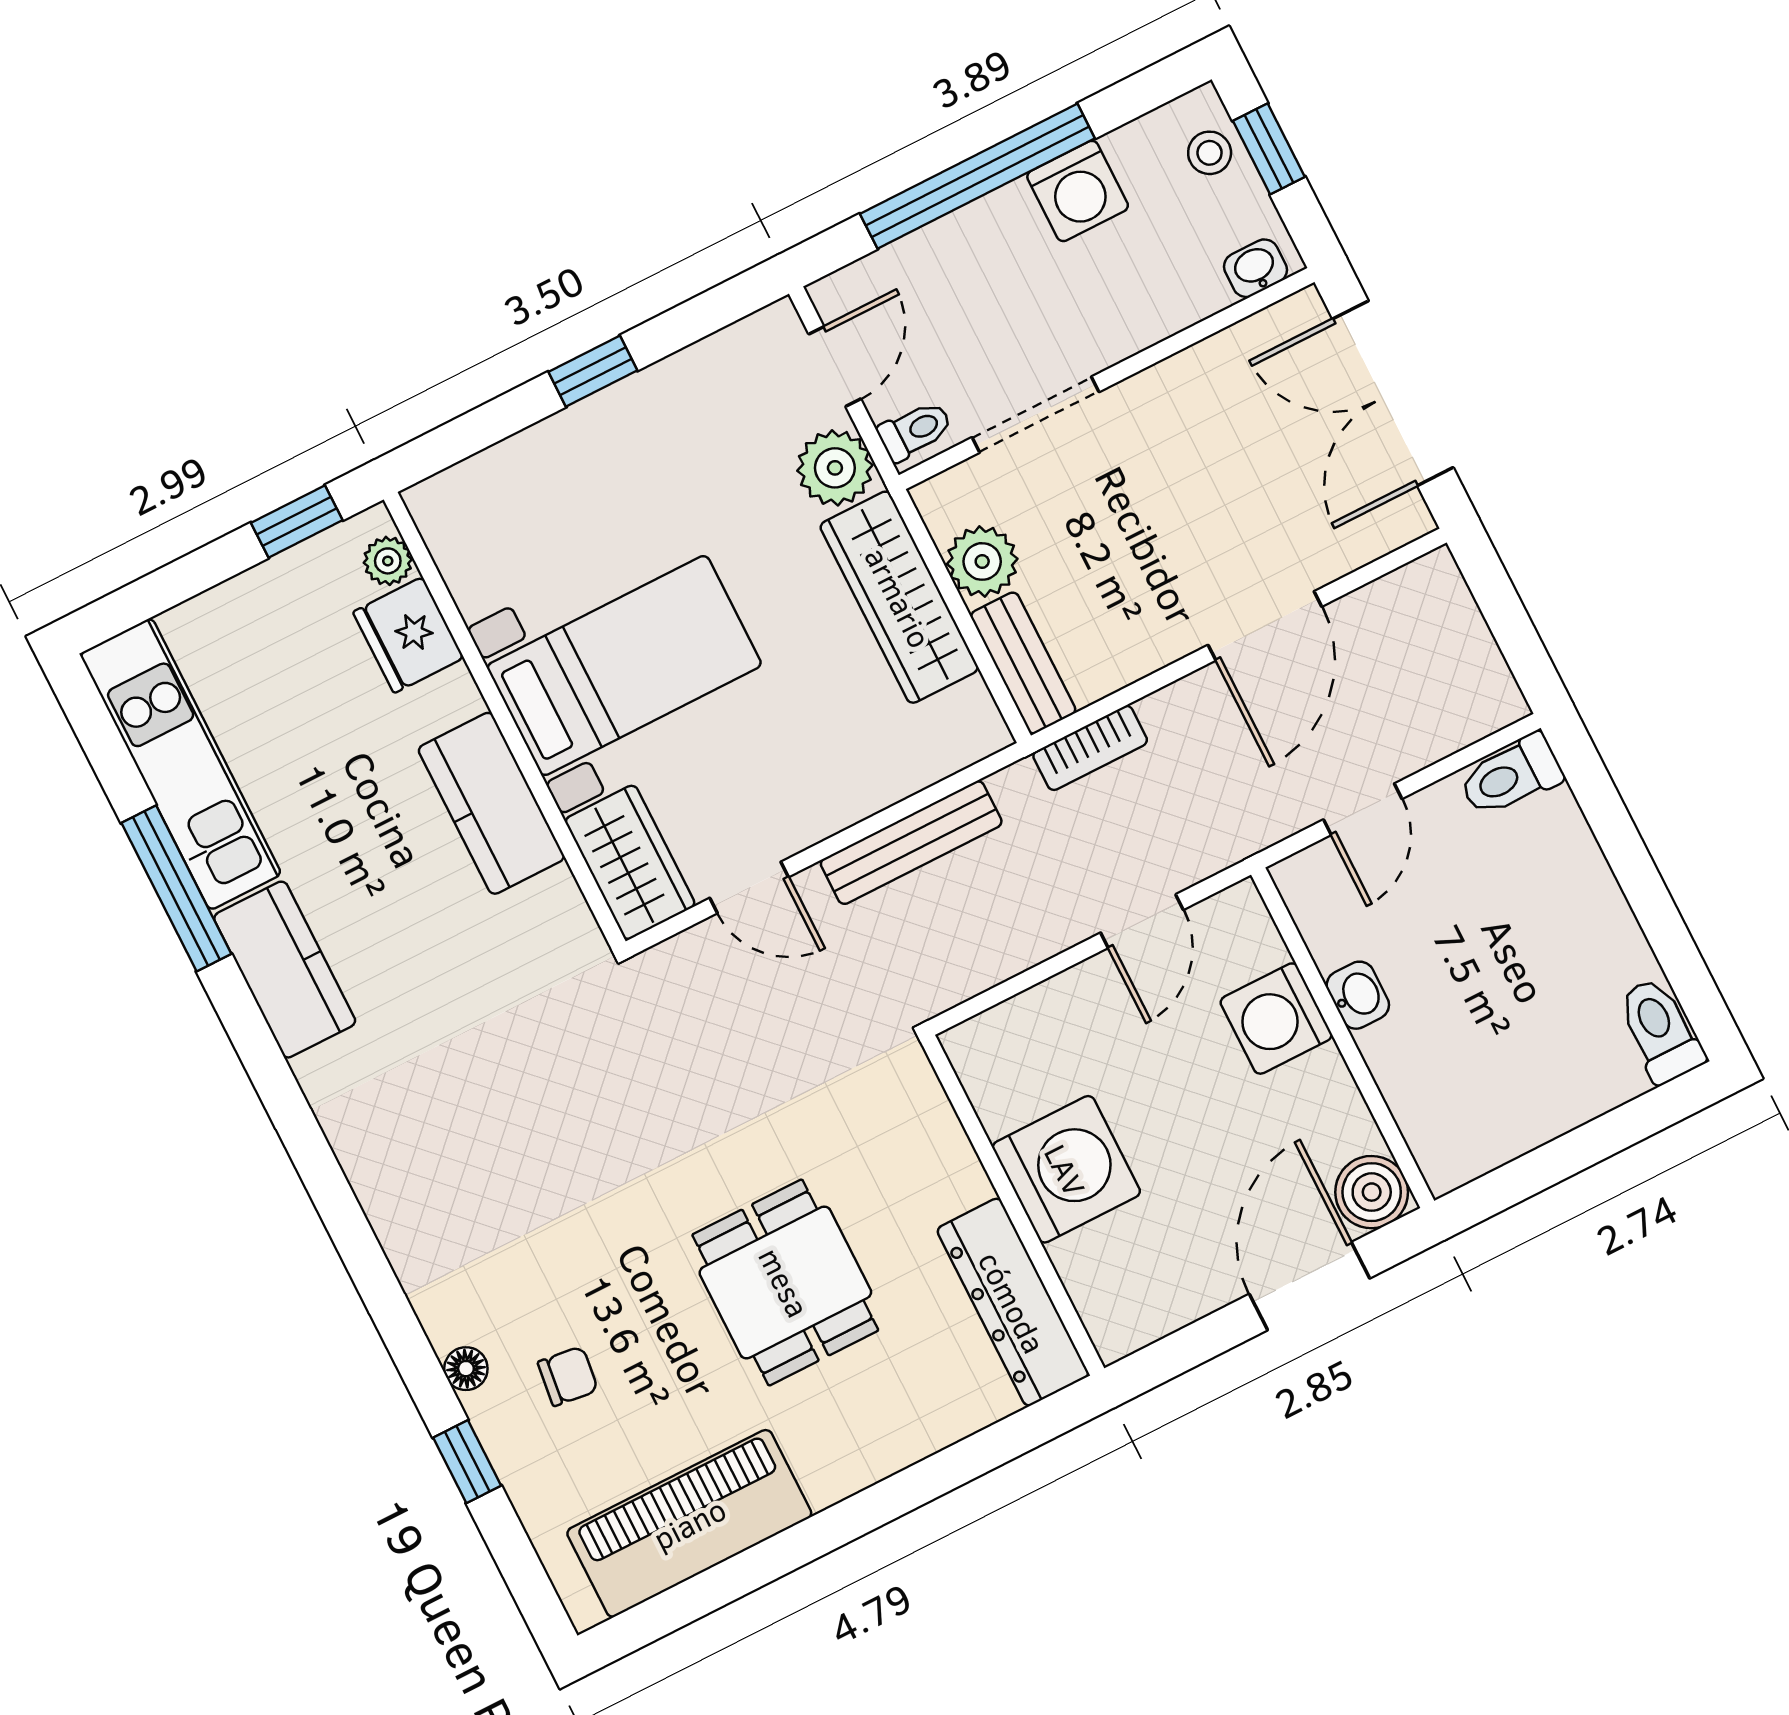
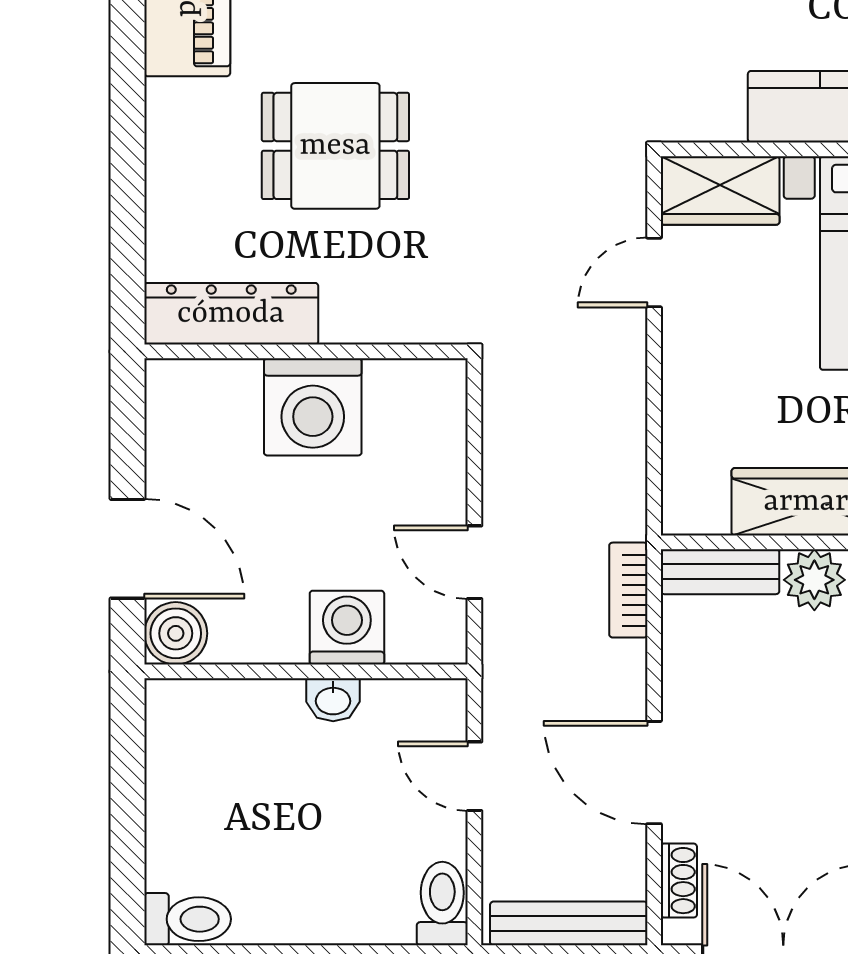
shoe rack: (1363, 544) -> (679, 881), added
bench: (911, 843) -> (569, 923), moved, turned 90

